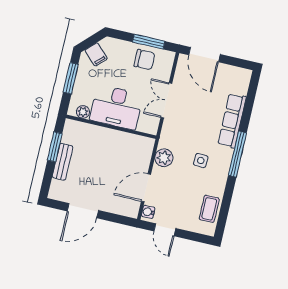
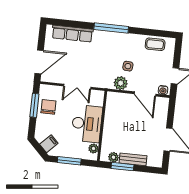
row of seats: (232, 121) -> (72, 34), moved
plant: (68, 137) -> (113, 157), added
side table: (201, 160) -> (128, 66), moved

